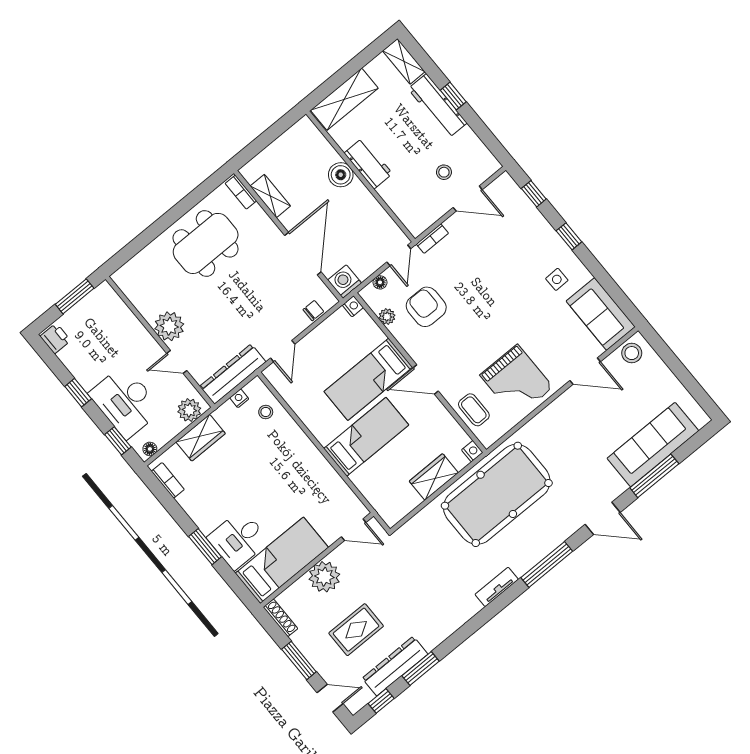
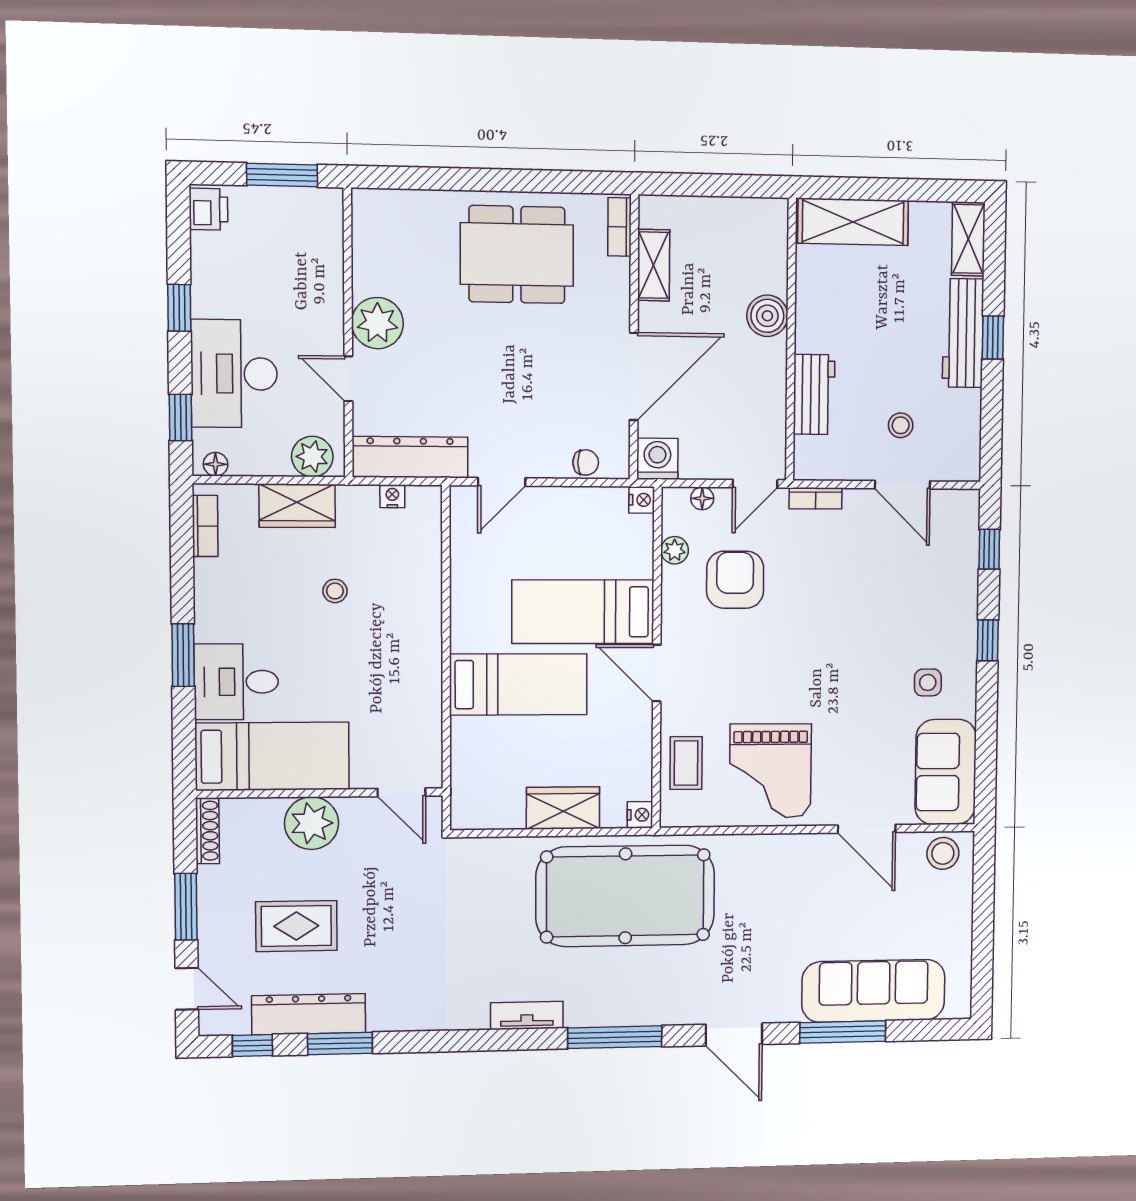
workbench: (368, 163) -> (814, 395), moved
stool: (266, 412) -> (335, 591), moved

